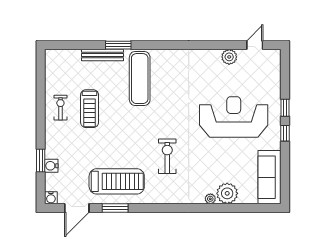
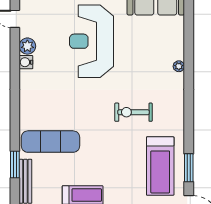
water cooler: (214, 56) -> (26, 62), added
treadmill: (117, 181) -> (160, 166), turned 180
plant: (227, 193) -> (173, 48), removed

